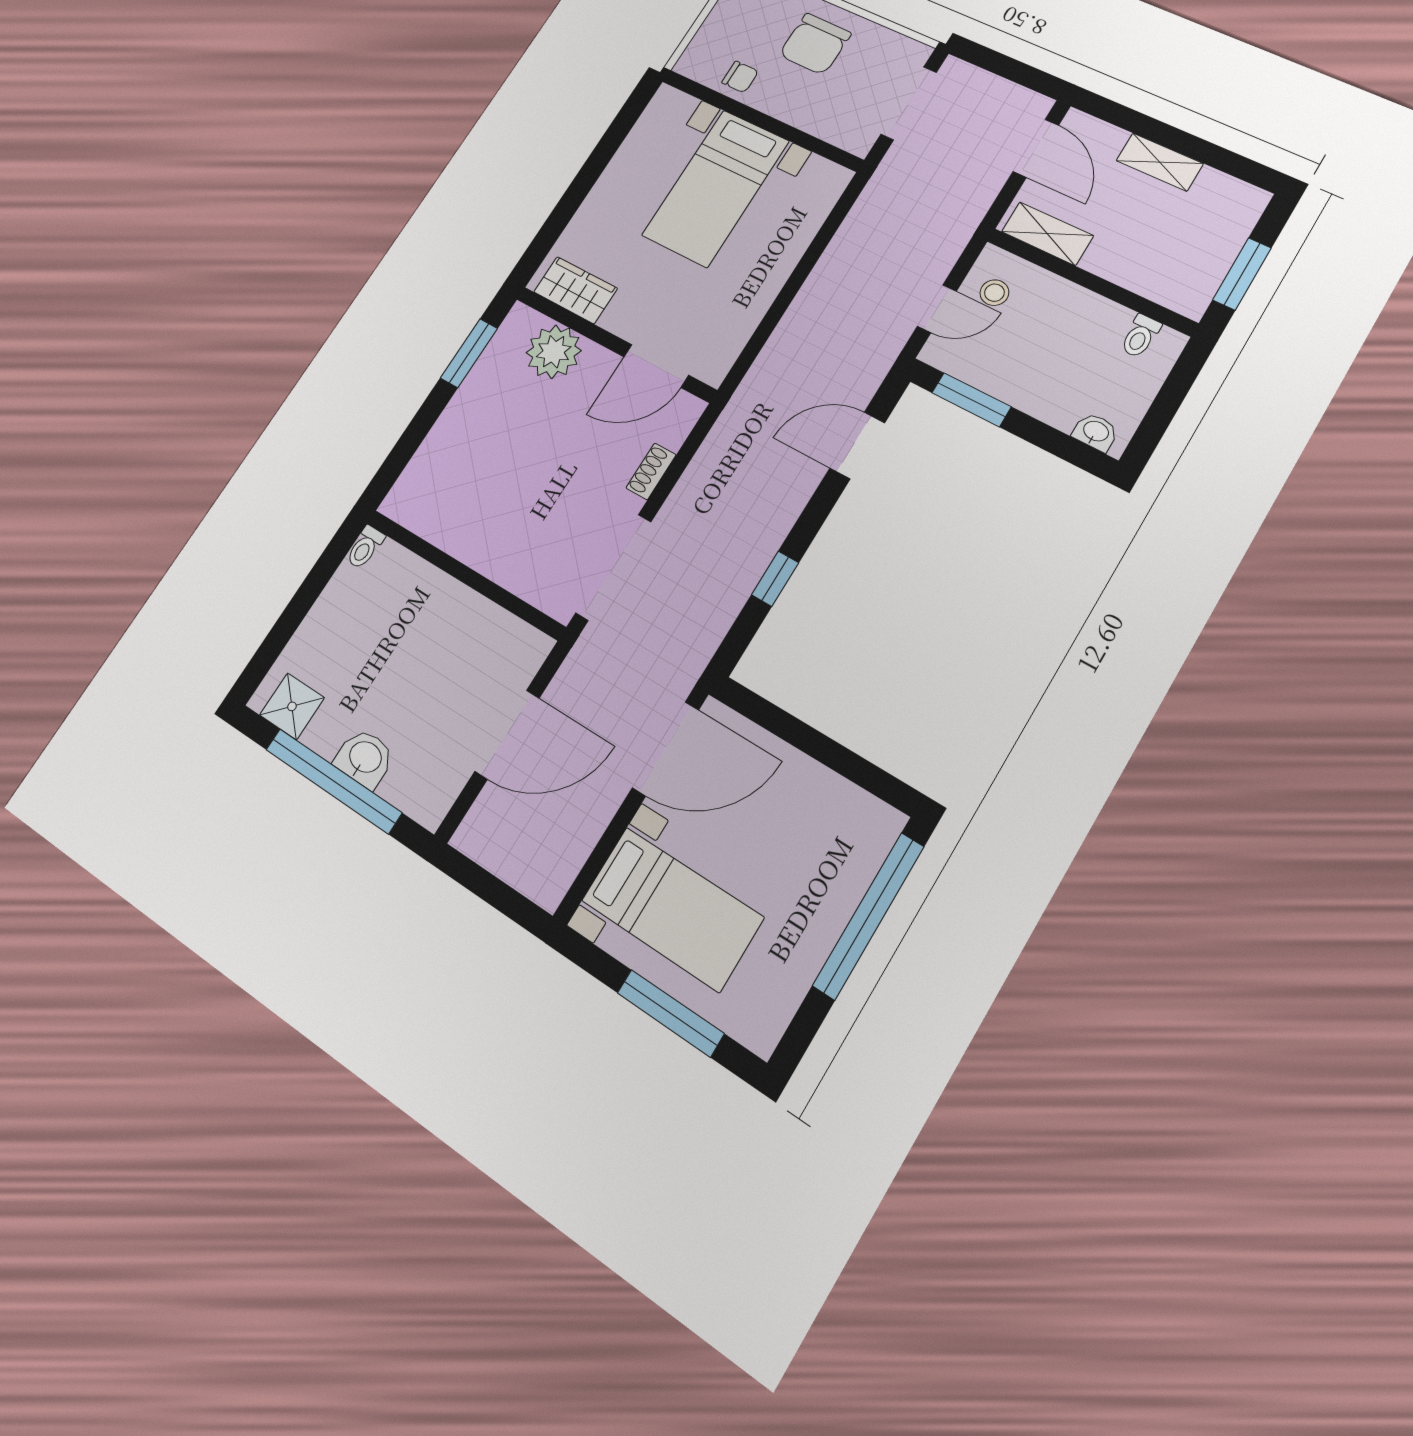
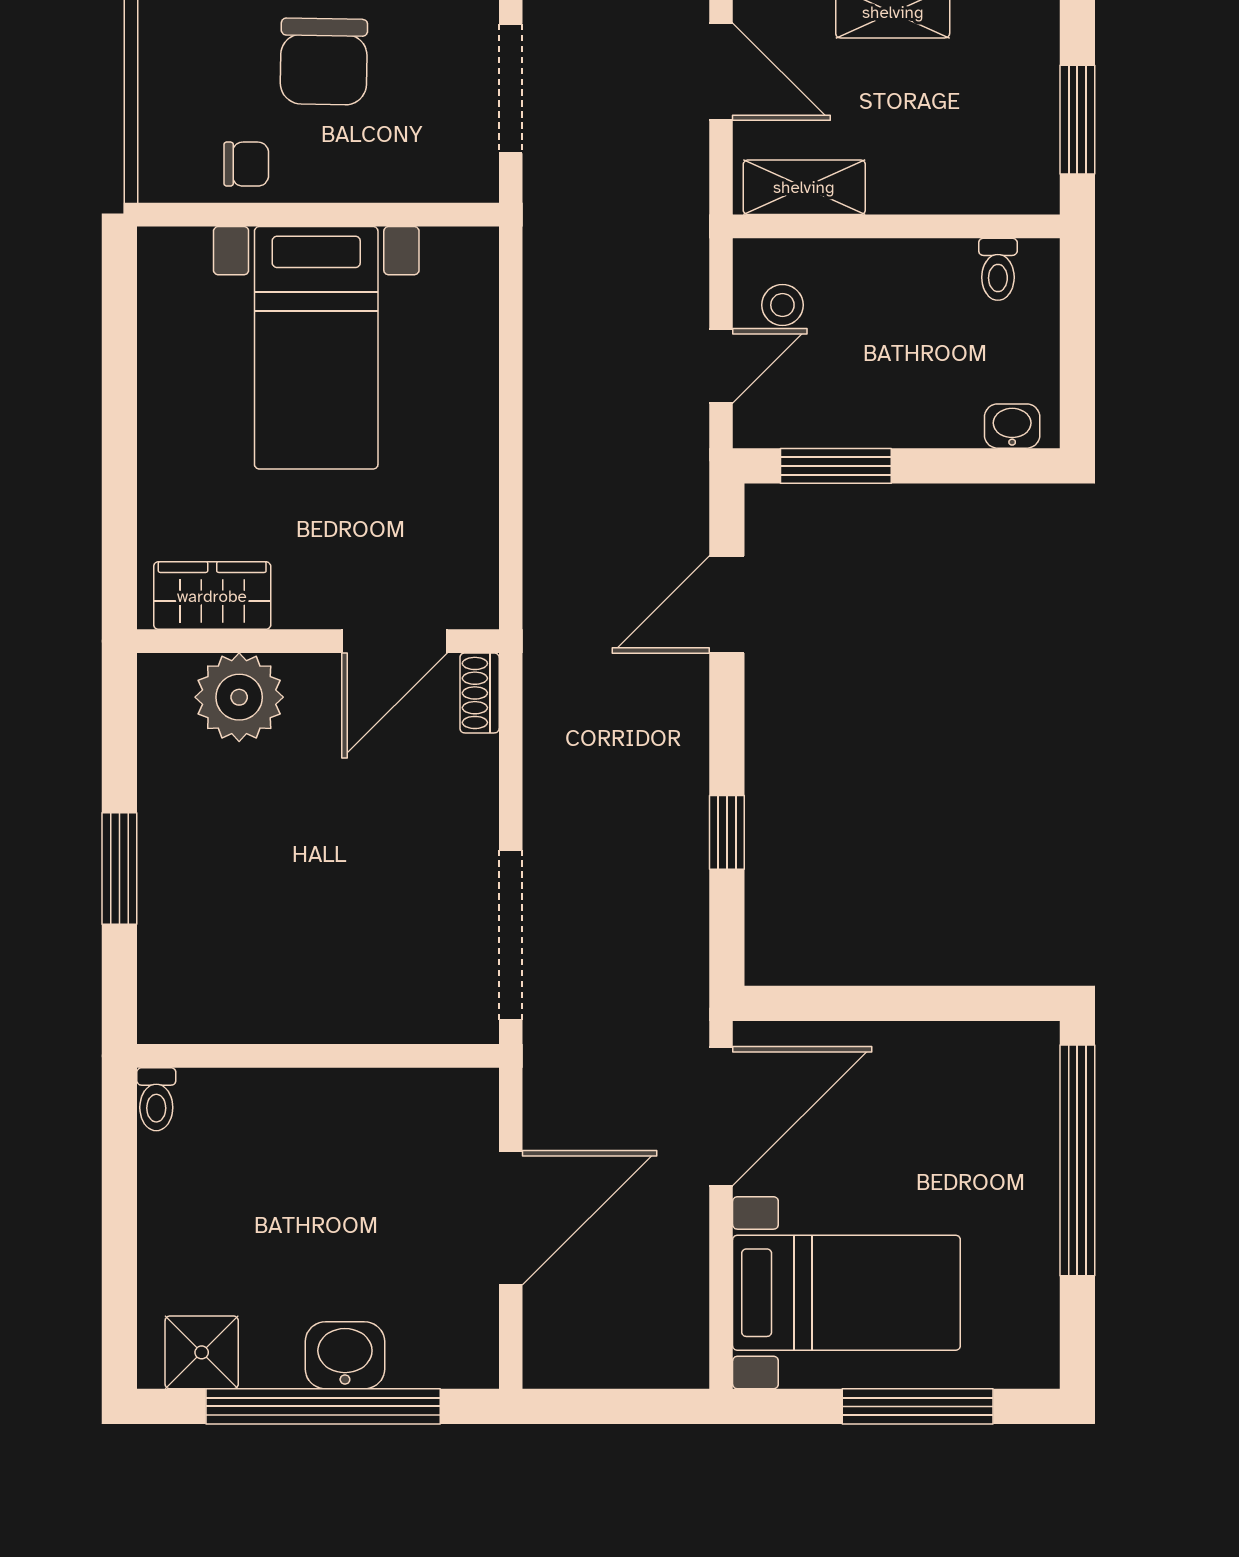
window: (469, 353) -> (119, 869), moved
shoe rack: (651, 471) -> (480, 693), moved

